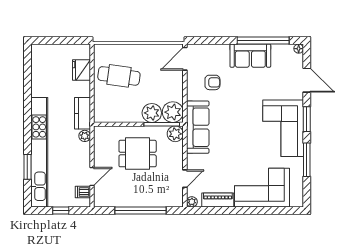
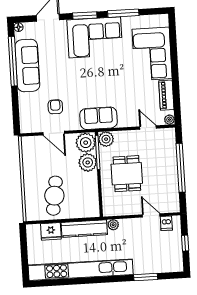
sofa: (250, 56) -> (27, 66), width x1.36
door: (185, 59) -> (54, 133), moved
kitchen counter: (82, 113) -> (84, 229), width x1.50
sofa: (198, 127) -> (99, 118), width x0.73
kitchen unit: (39, 152) -> (81, 270), moved

